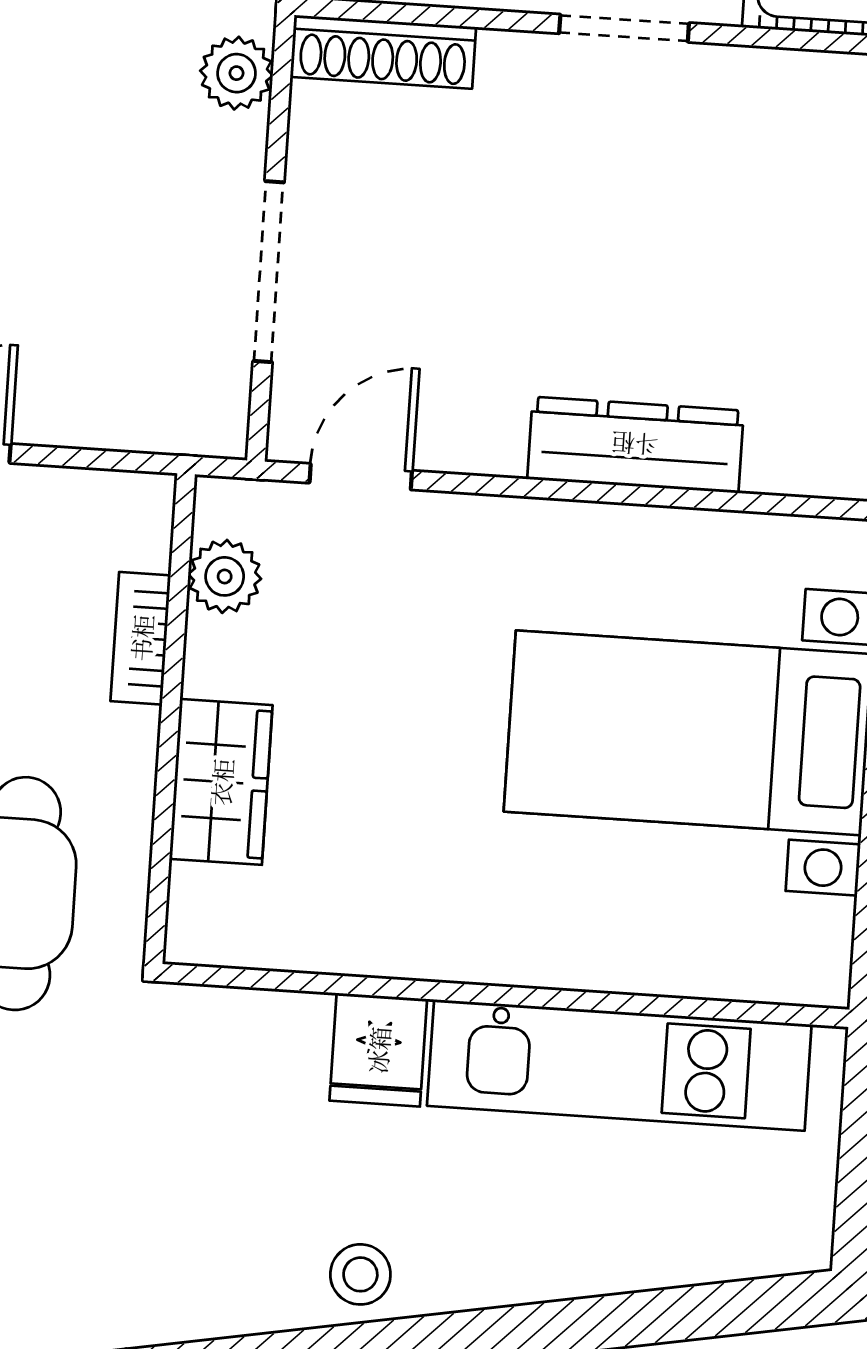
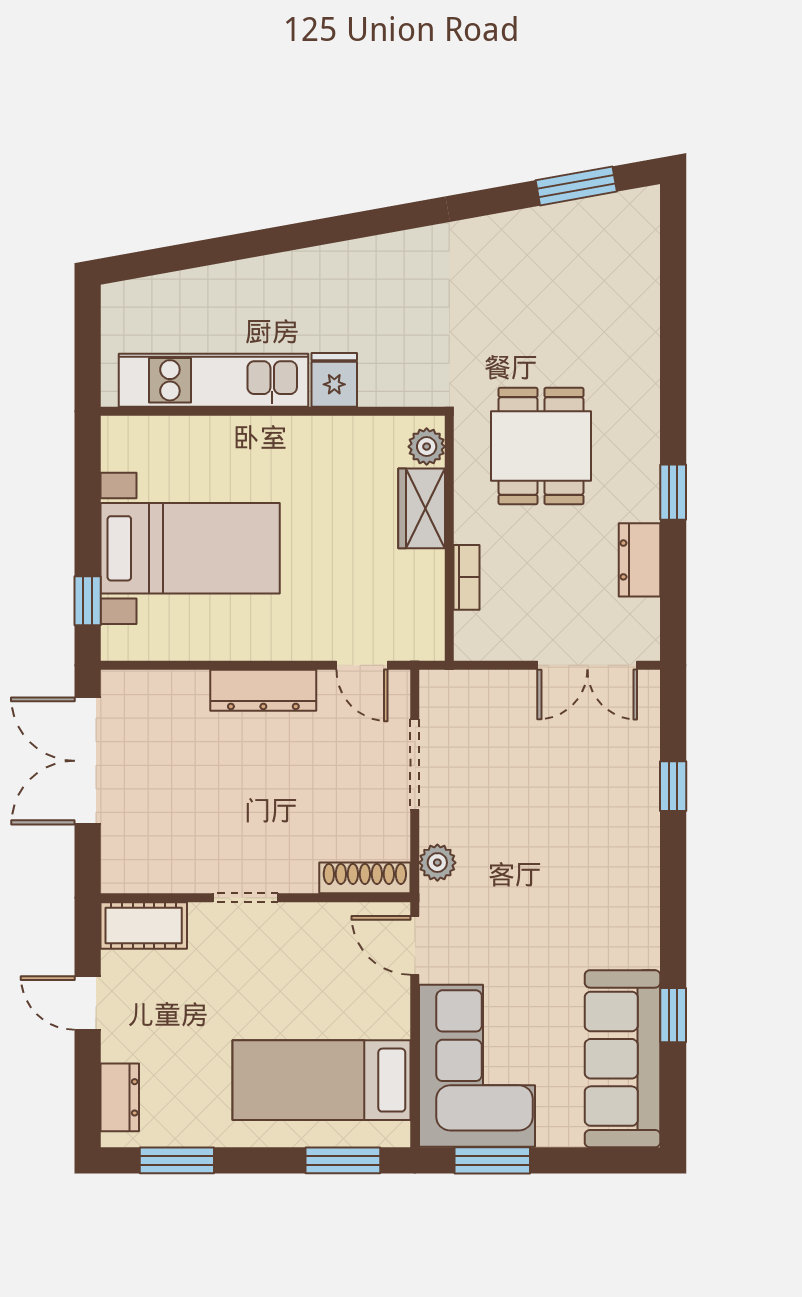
dresser: (635, 445) -> (263, 690), moved
door: (361, 477) -> (362, 665), hinge flipped
plant: (225, 576) -> (427, 447), moved
stool: (360, 1274) -> (336, 267), removed

